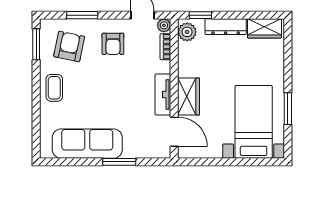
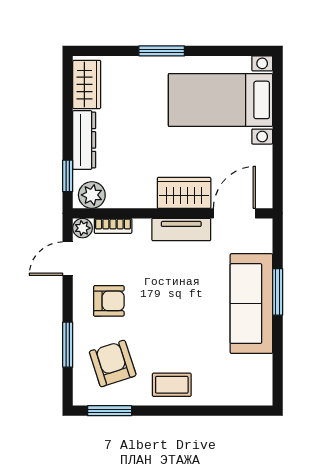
armchair: (69, 46) -> (113, 363), turned 60
window: (288, 109) -> (162, 51), moved
sofa: (87, 144) -> (251, 304), moved

